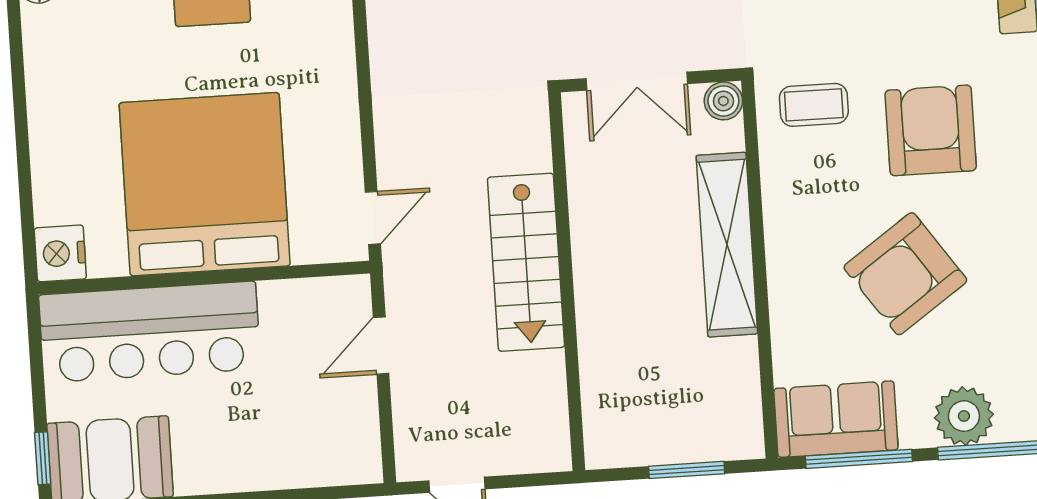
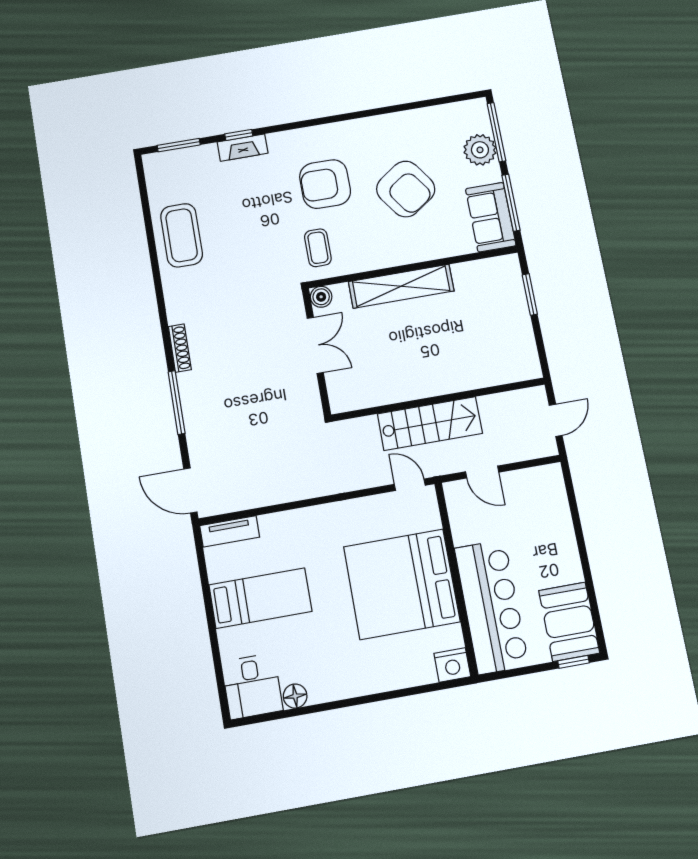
stairs: (526, 262) -> (430, 424), moved
wall: (567, 282) -> (438, 400), moved

